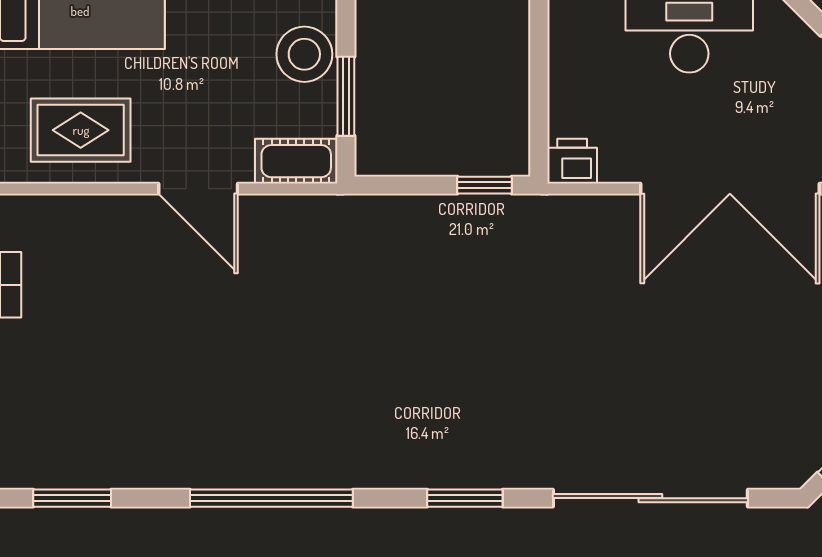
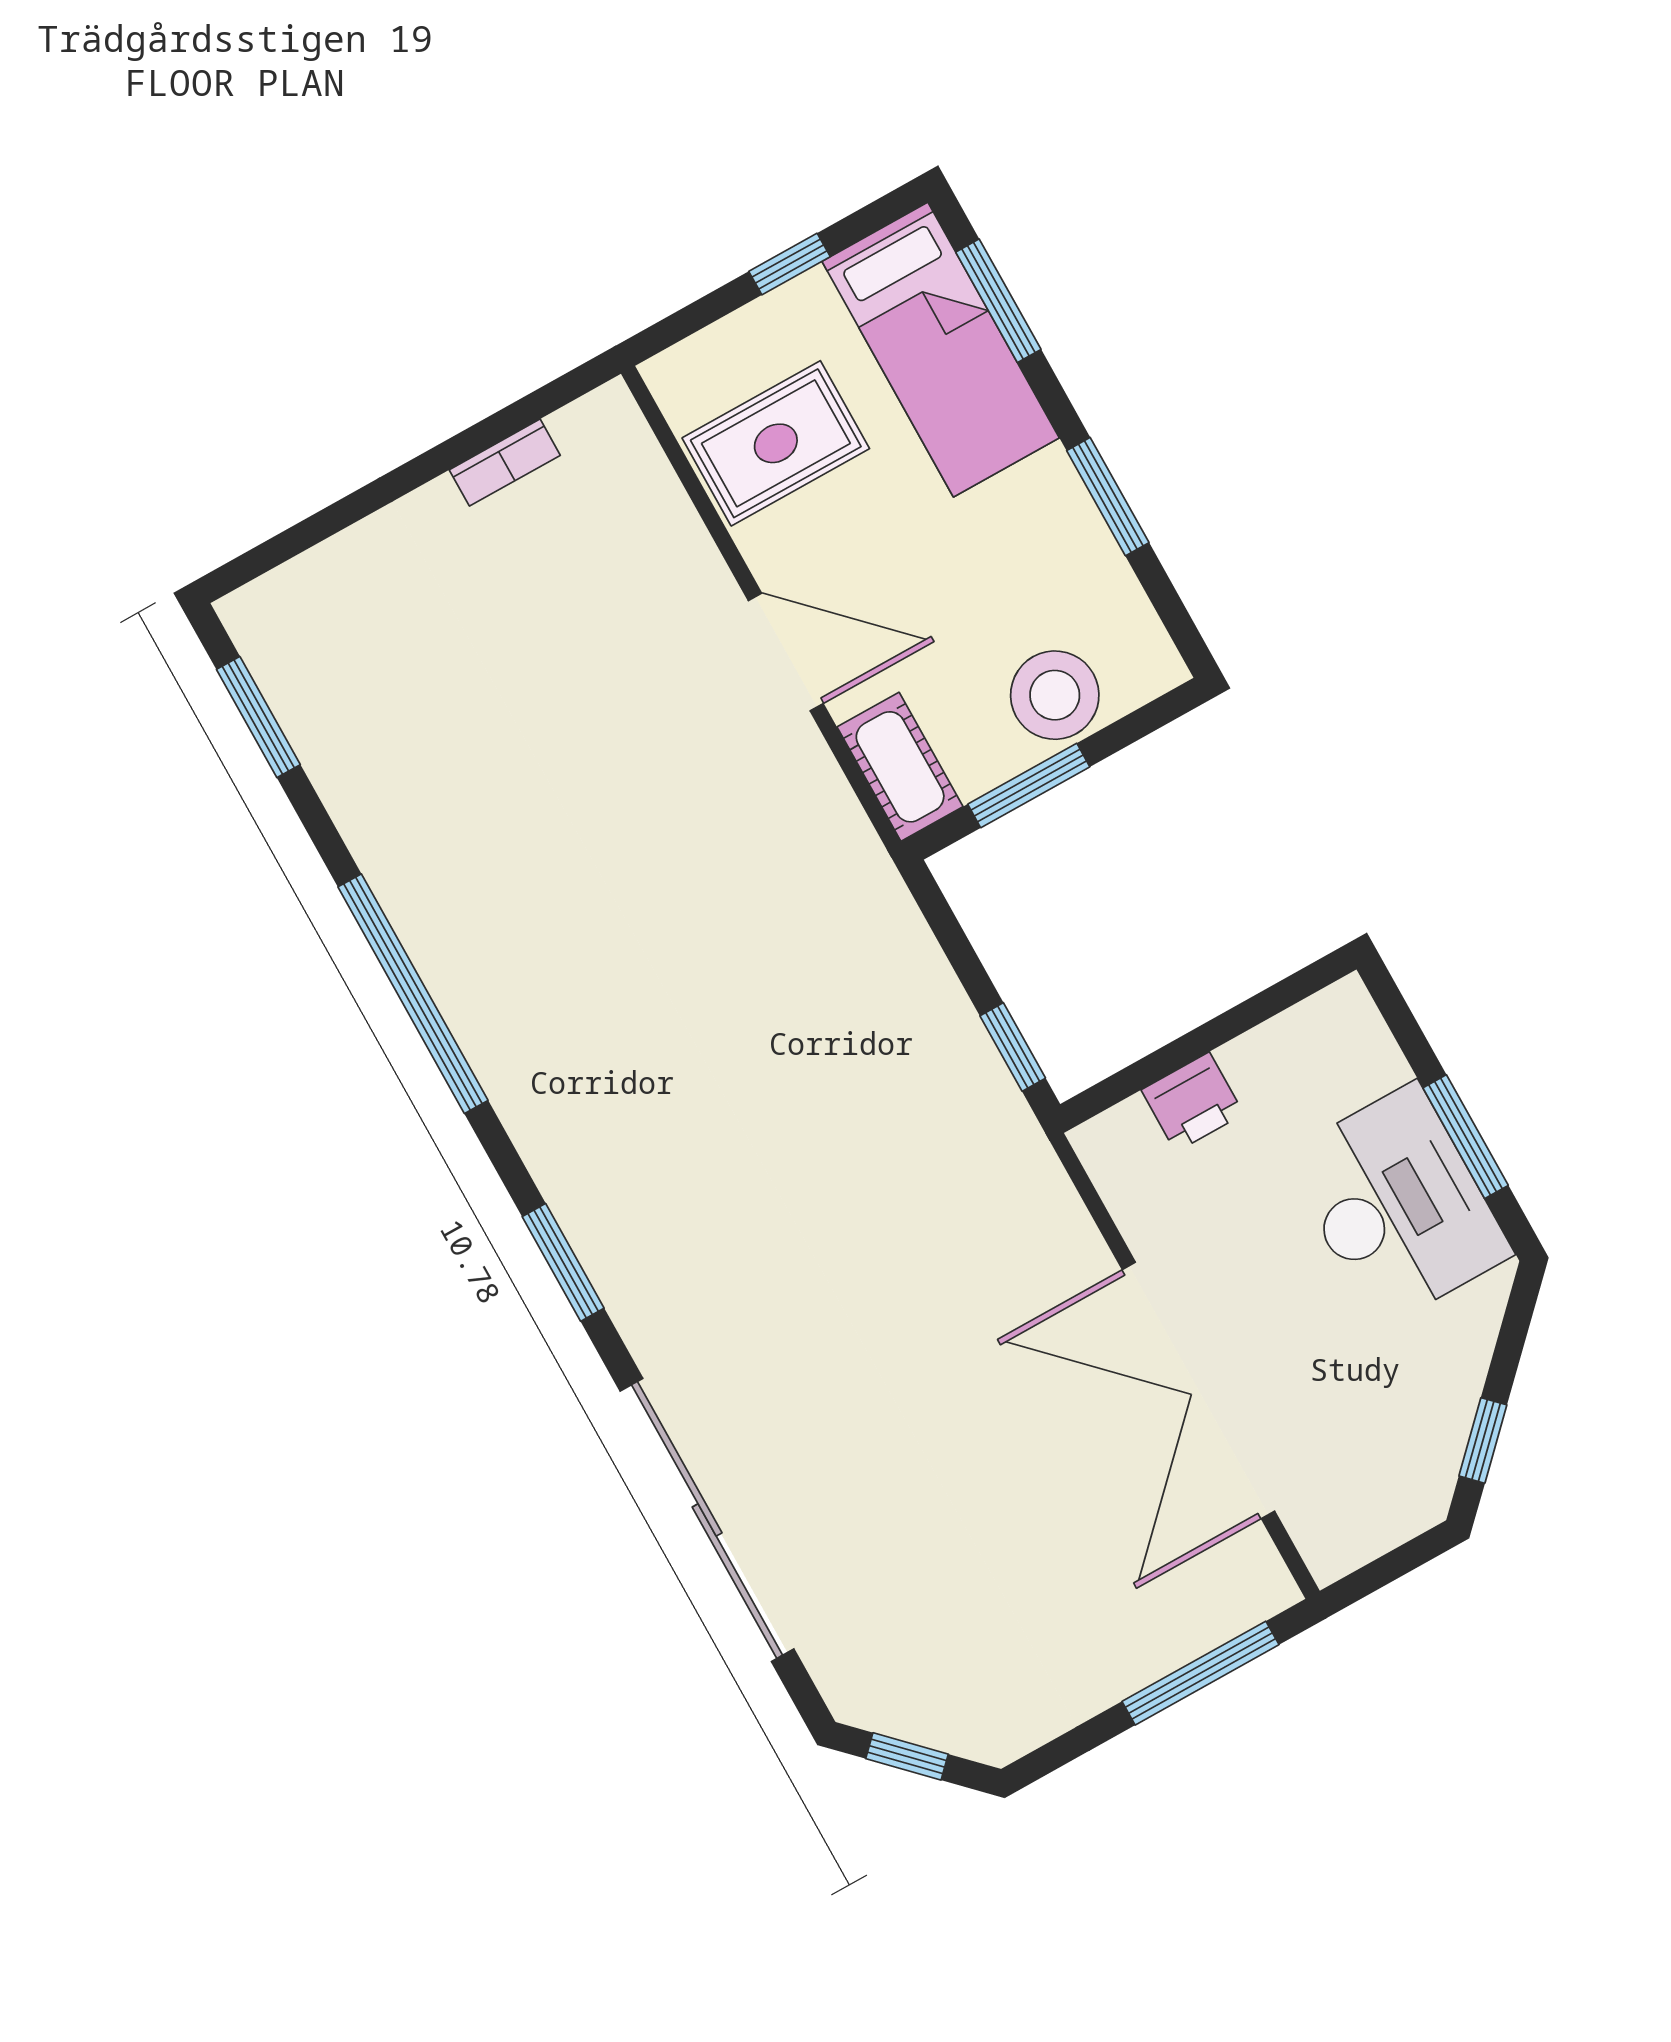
rug: (81, 130) -> (776, 443), turned 90
printer: (572, 161) -> (1193, 1102), moved, turned 90
door: (198, 189) -> (786, 652), swing flipped

